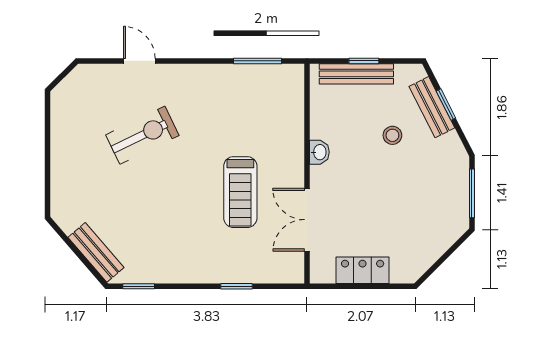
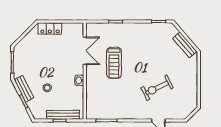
bench: (432, 107) -> (24, 89), moved
treadmill: (240, 192) -> (114, 63), turned 180
bench: (96, 252) -> (185, 45), moved
locker: (363, 270) -> (50, 29), moved

